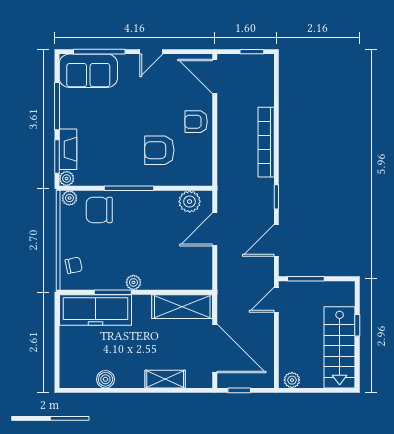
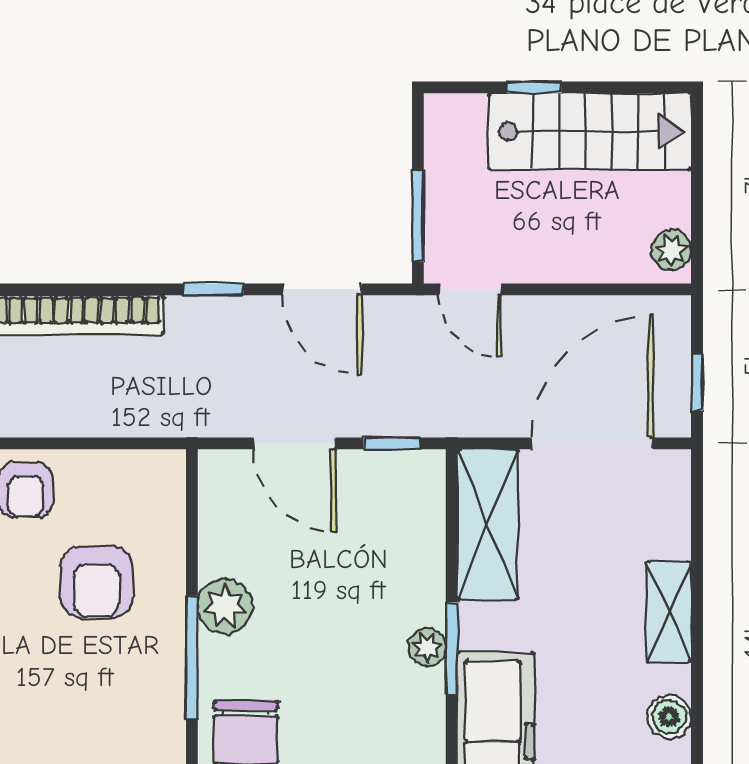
plant: (190, 202) -> (225, 606), moved
window: (215, 268) -> (392, 443), added
window: (113, 292) -> (452, 648), moved
shelving: (165, 379) -> (669, 612), moved

